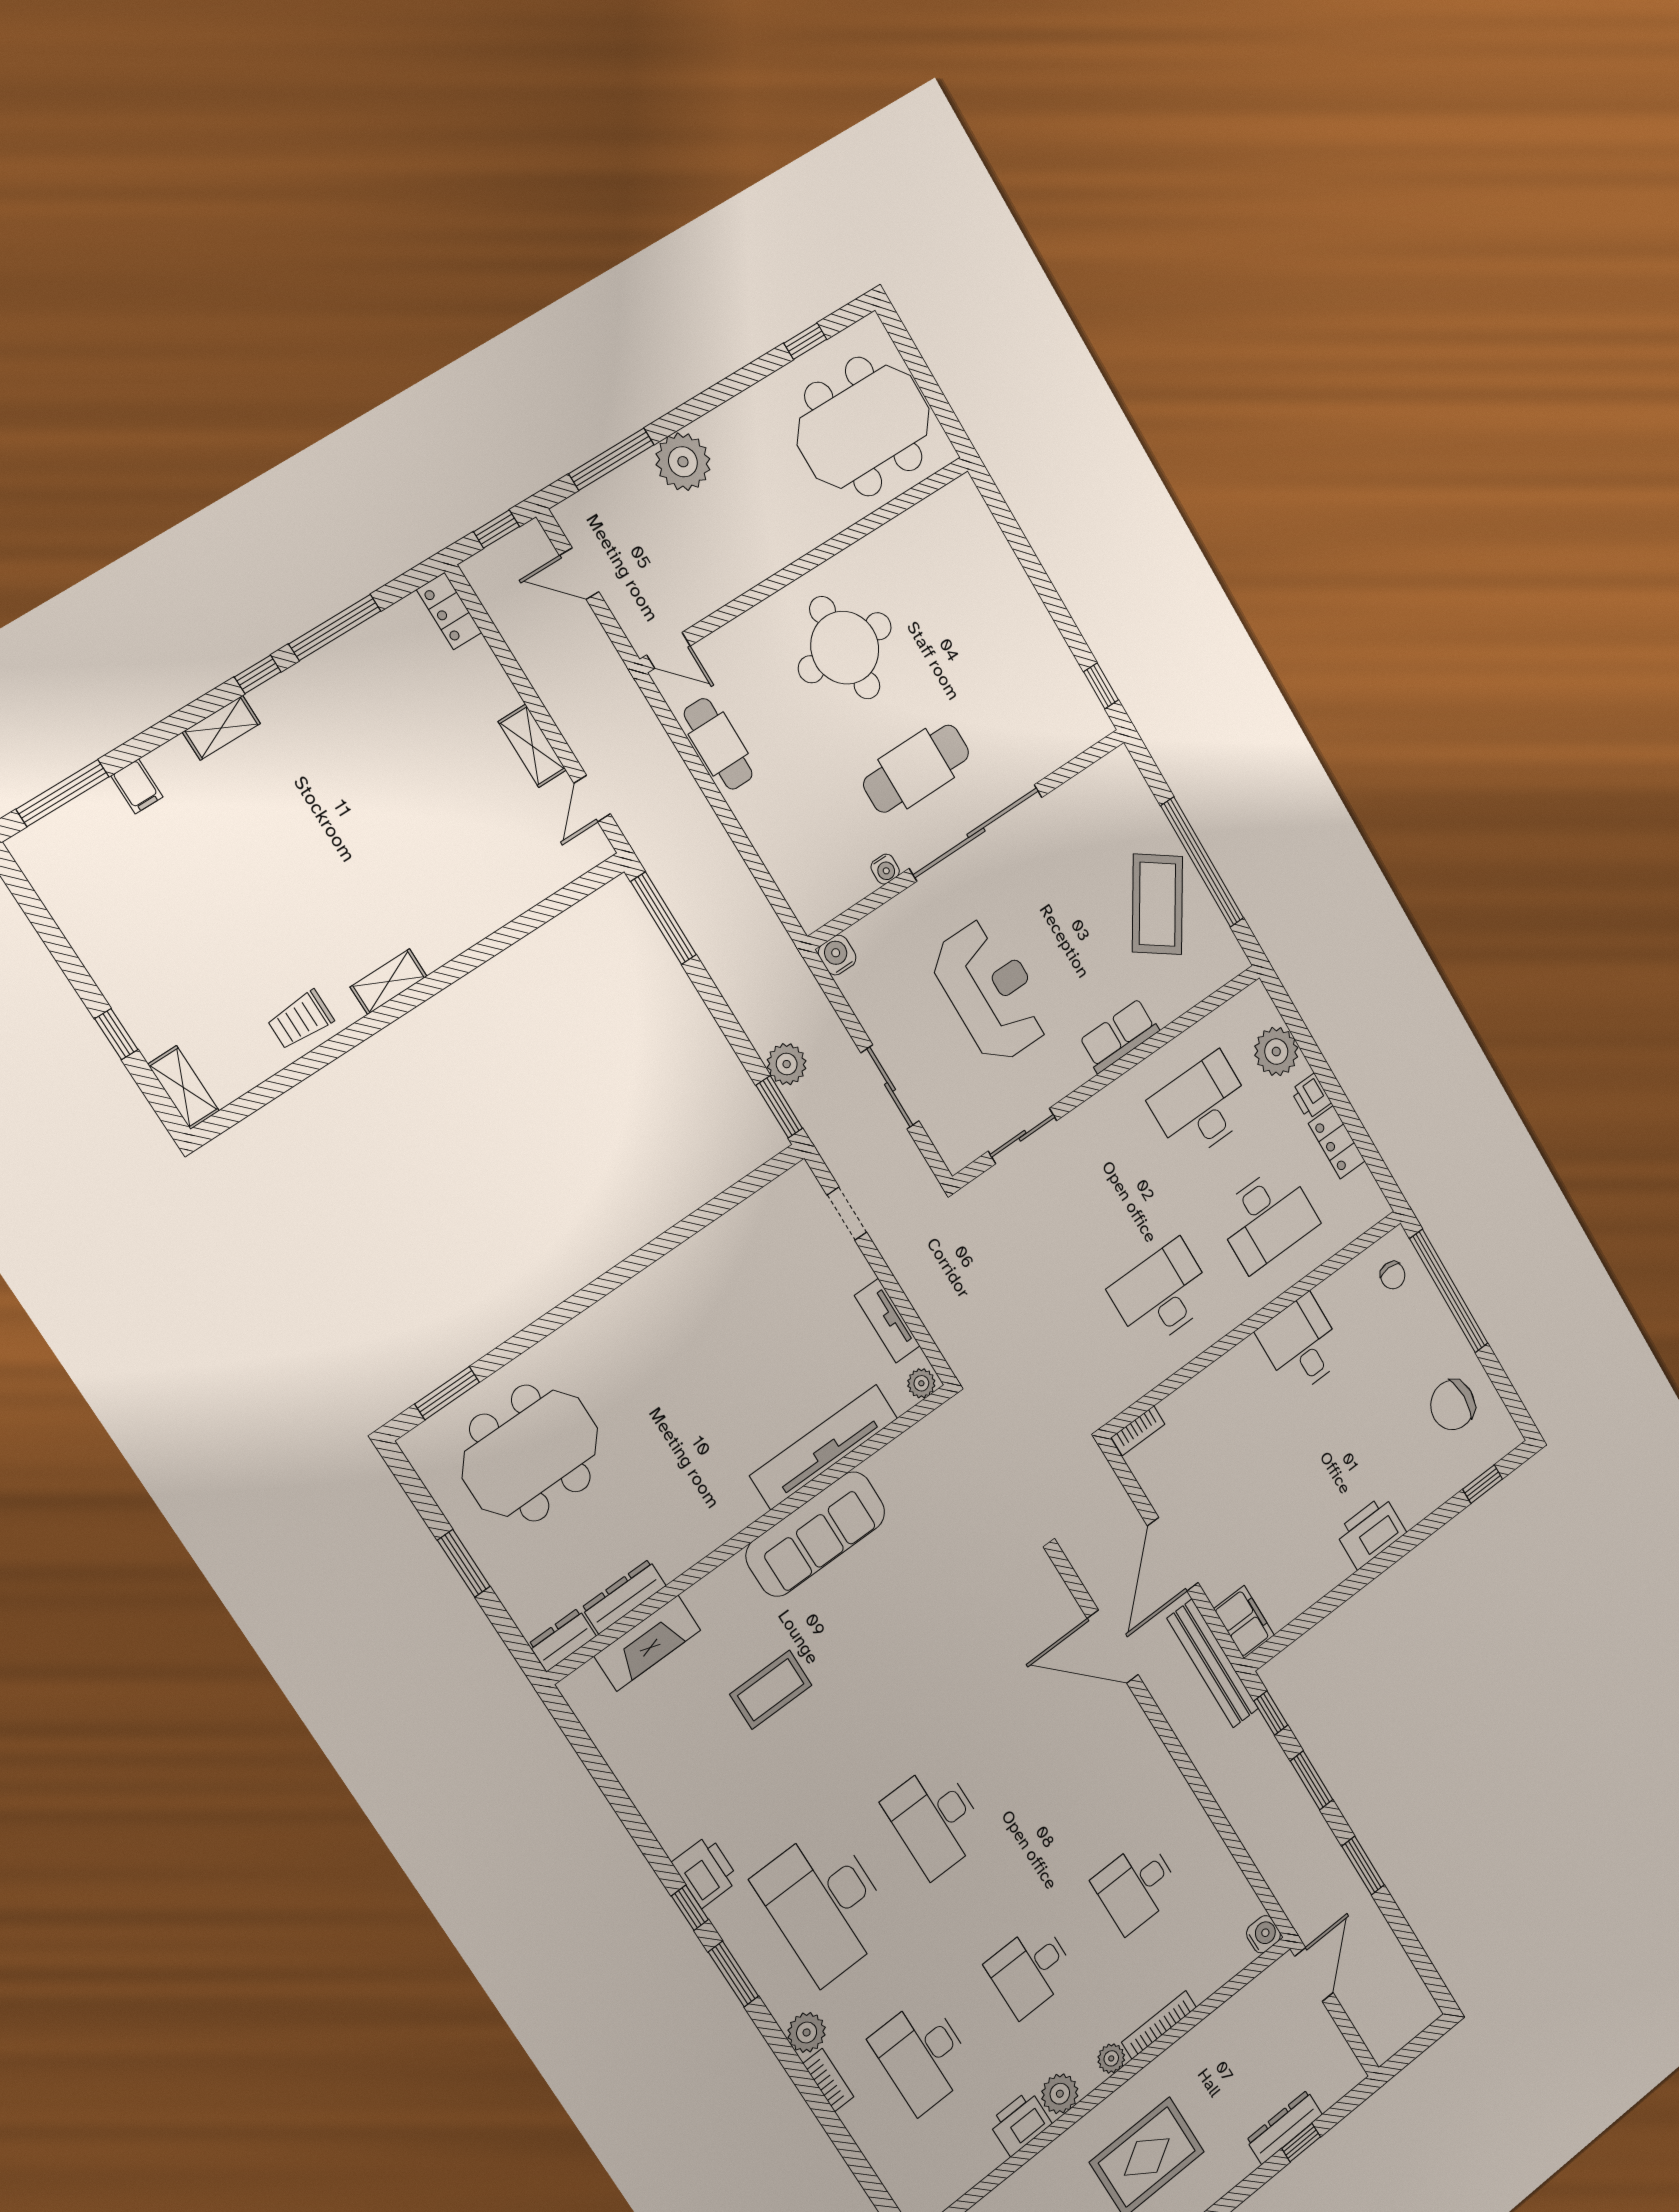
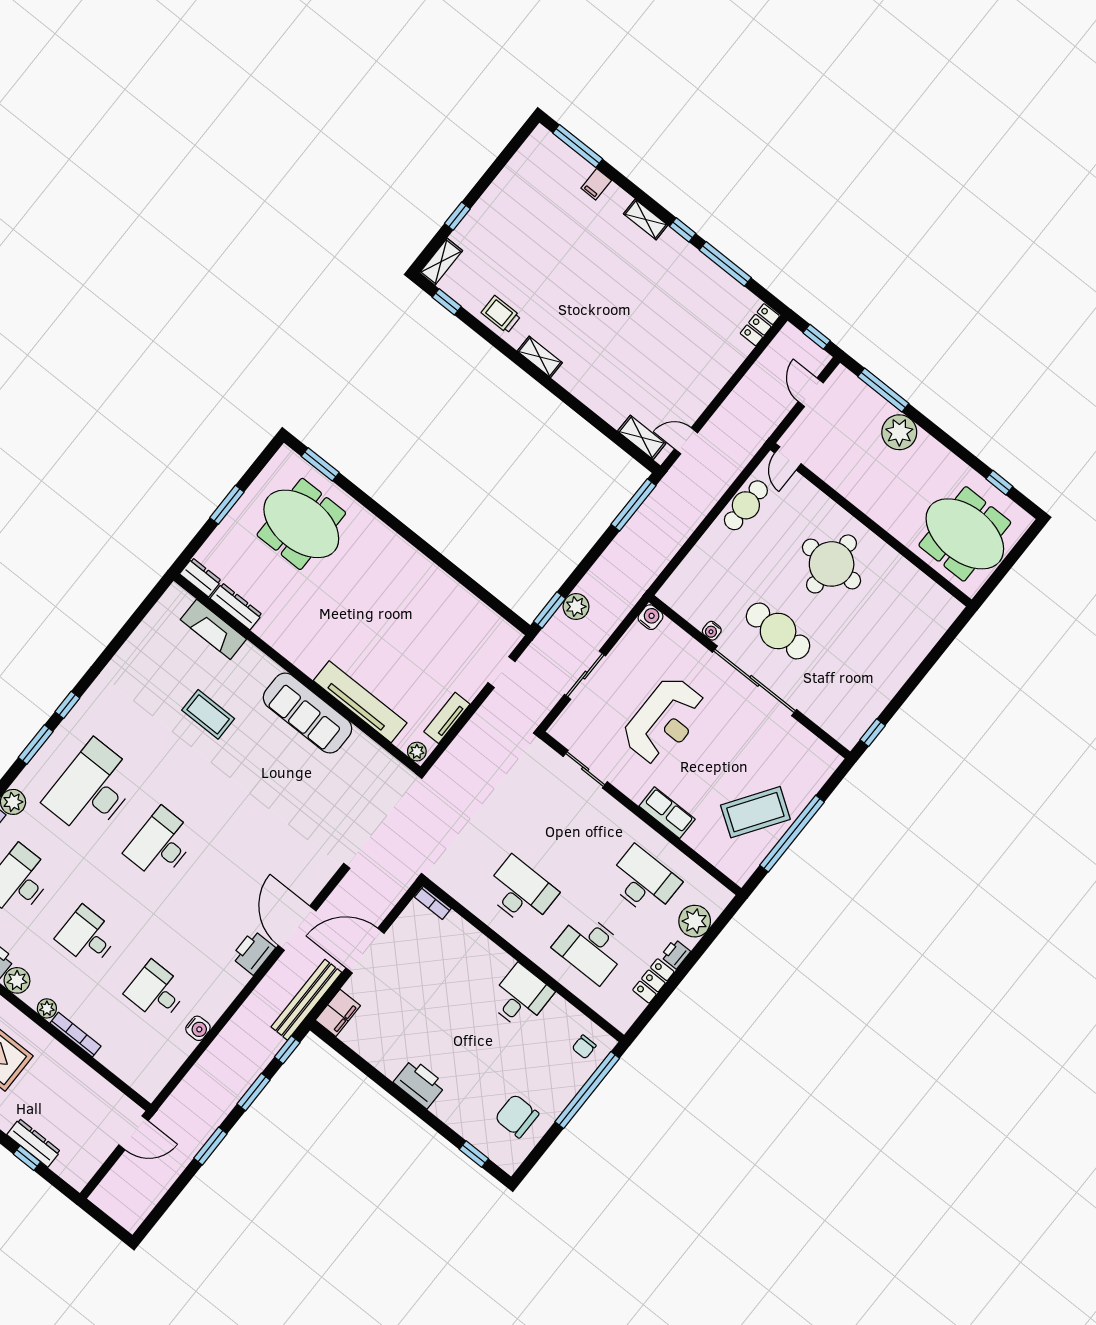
shelving: (532, 746) -> (642, 437), moved, turned 90
window: (252, 1101) -> (447, 302), added
printer: (705, 1871) -> (253, 952), moved, turned 180
water cooler: (1263, 1934) -> (198, 1028), moved

